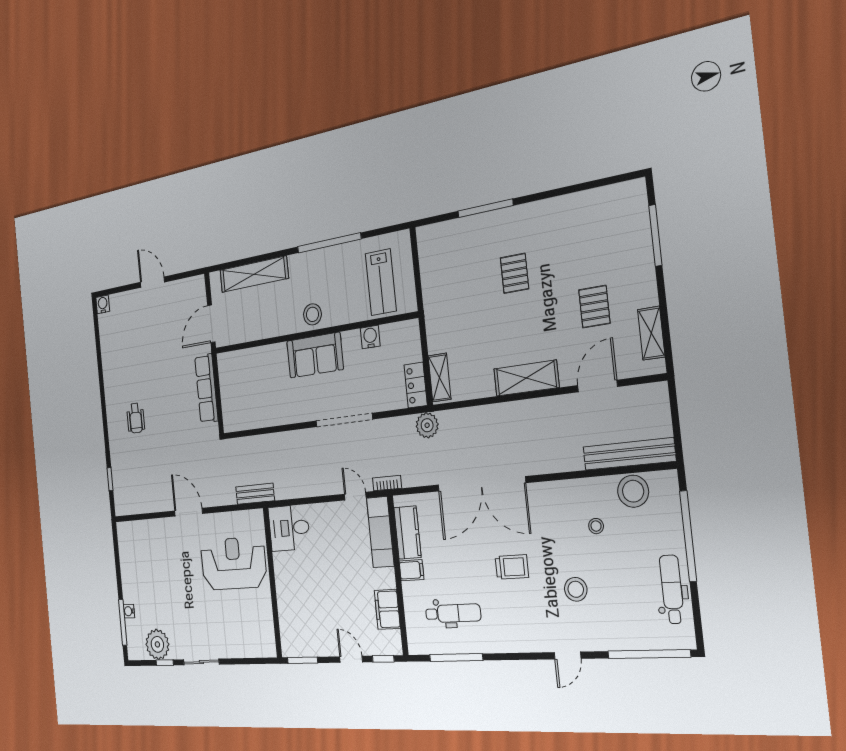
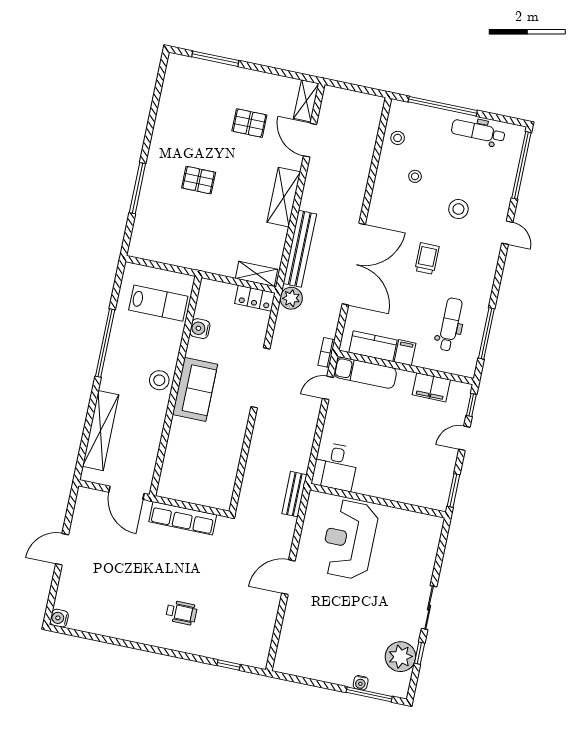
shelving: (651, 333) -> (306, 101), moved, turned 90
bench: (629, 454) -> (300, 249), moved
stool: (633, 491) -> (398, 138), width x0.53, depth x0.53

